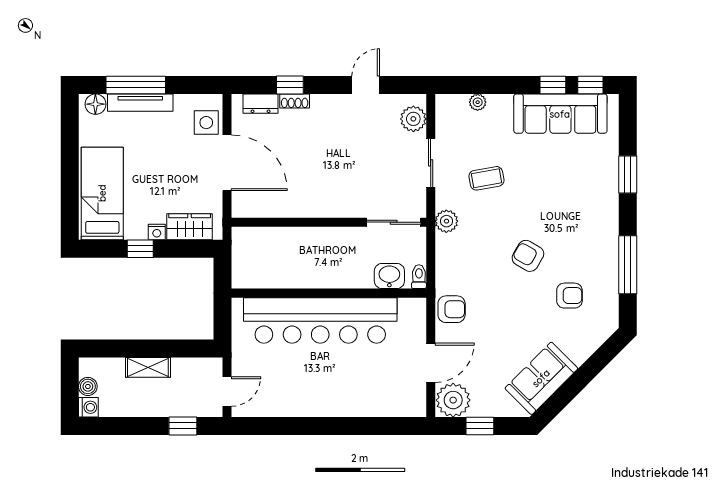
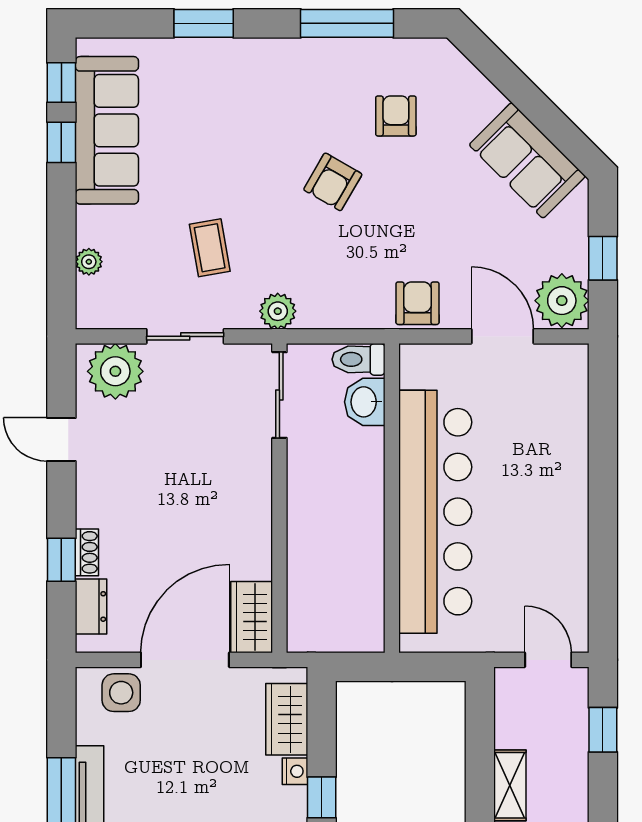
plant: (413, 119) -> (115, 371), width x1.36, depth x1.36
wardrobe: (254, 205) -> (252, 617), added
toilet: (419, 277) -> (359, 359), width x1.37, depth x1.39

